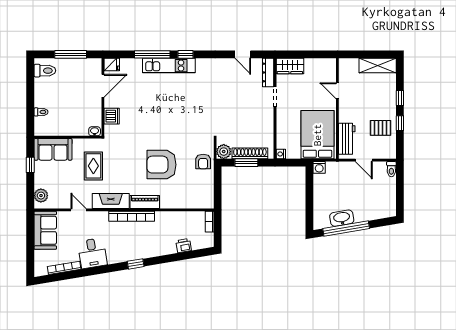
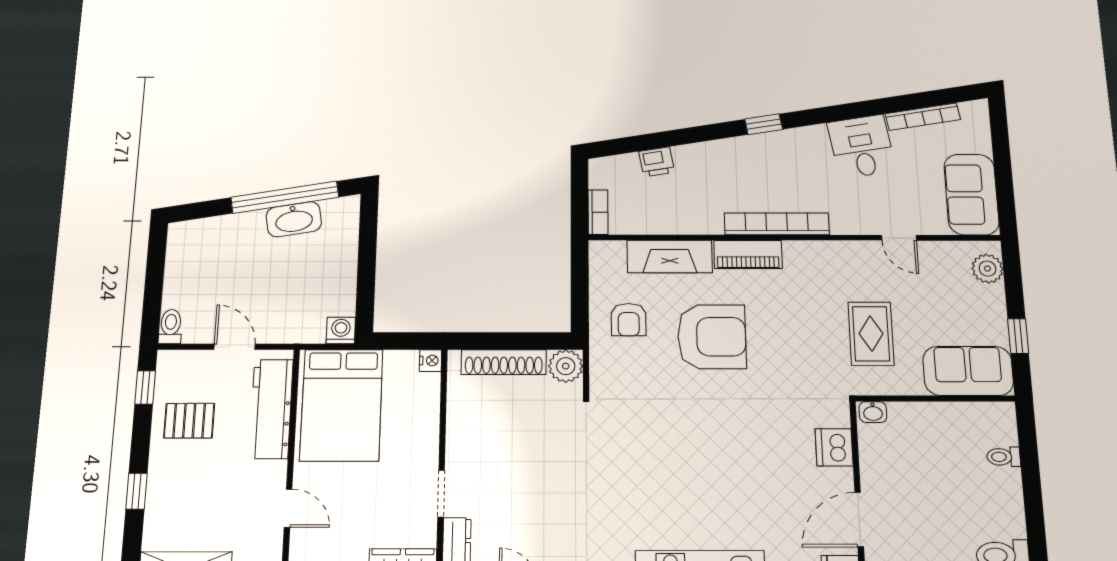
window: (400, 123) -> (145, 387), moved
workbench: (347, 139) -> (271, 409), width x1.38
armchair: (203, 162) -> (629, 320), moved, turned 180
window: (246, 163) -> (512, 341), removed
fireplace: (111, 201) -> (670, 257), moved

